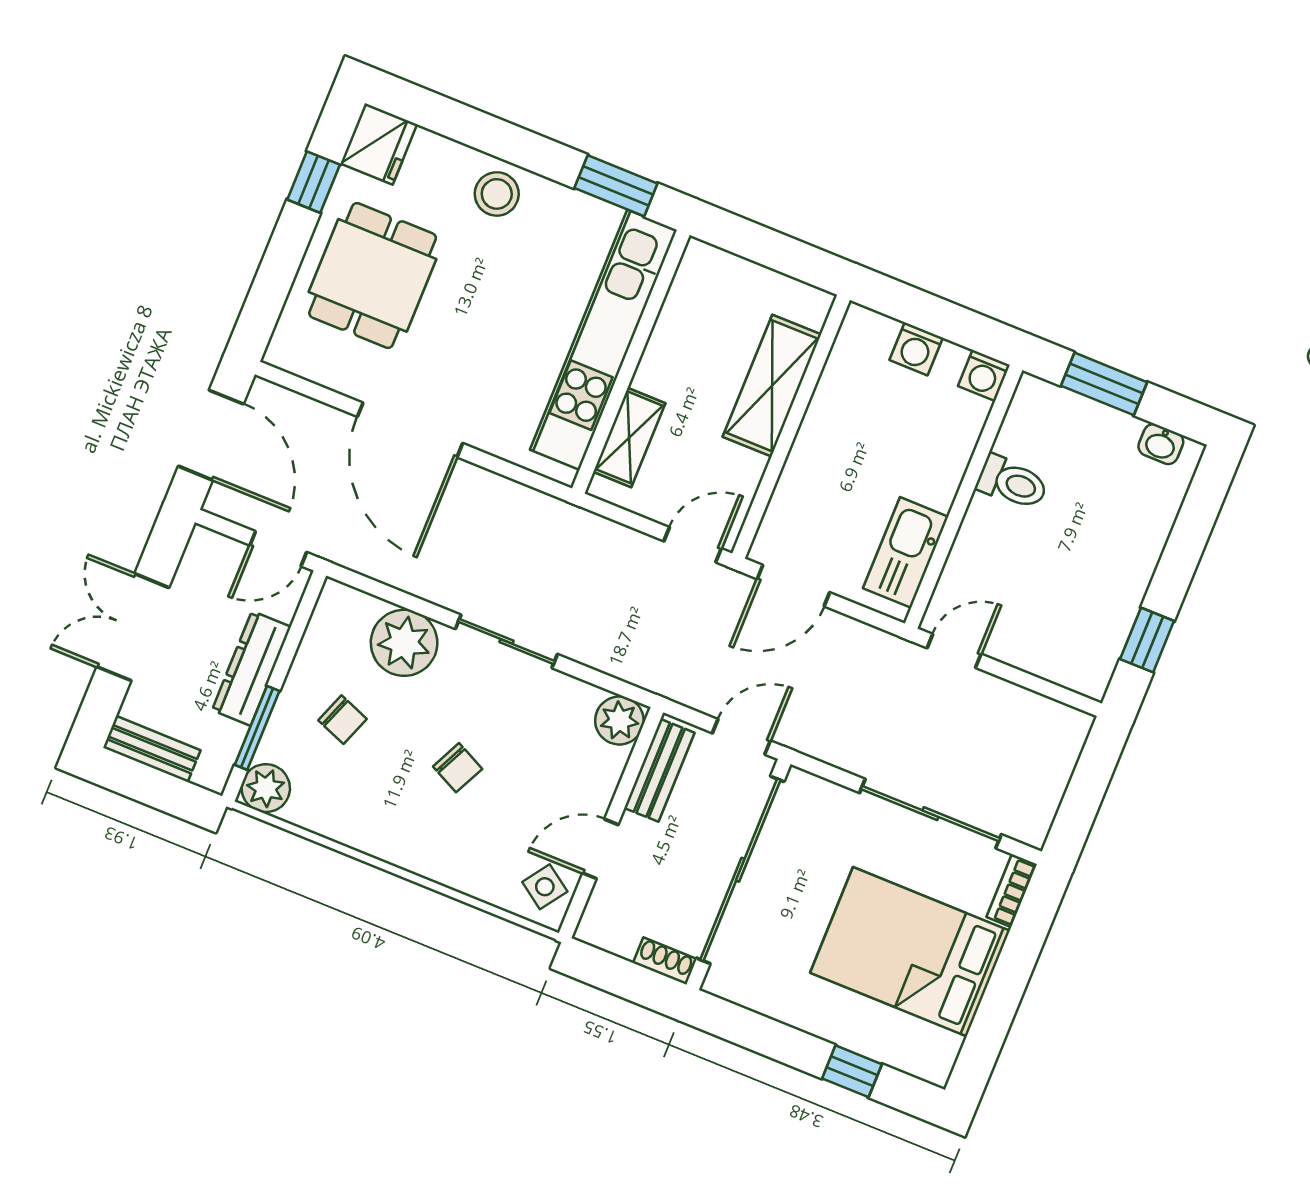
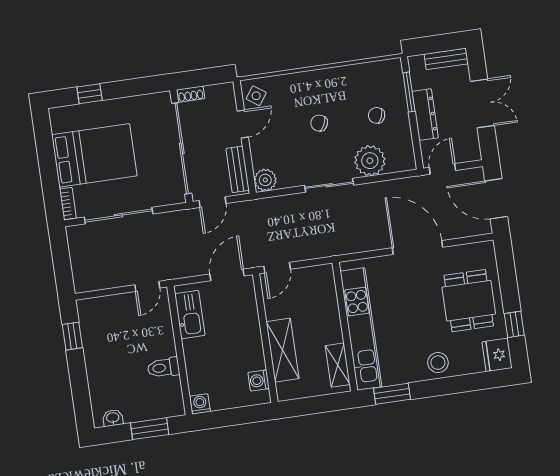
washing machine: (916, 349) -> (259, 381), moved, turned -90
shelving: (629, 437) -> (338, 365), moved
plant: (266, 788) -> (391, 70), removed

